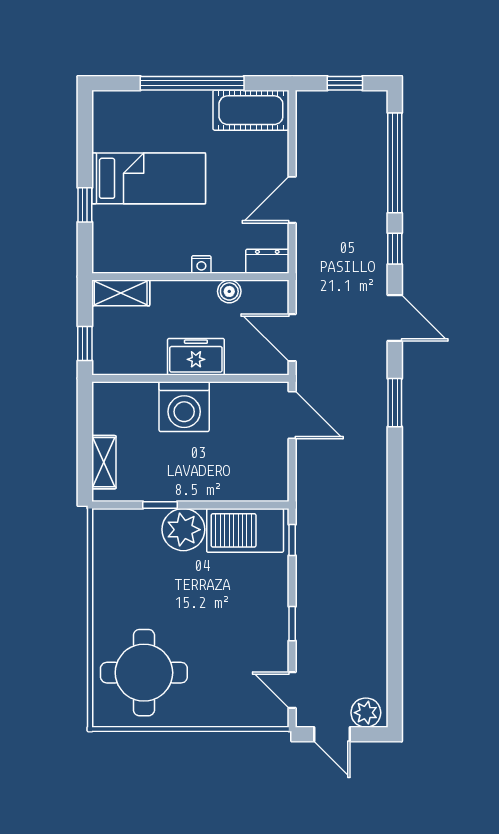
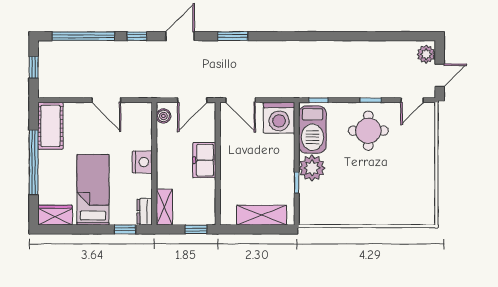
wardrobe: (108, 118) -> (55, 215), added
window: (85, 205) -> (125, 229), moved
dresser: (267, 261) -> (145, 212), moved
nightstand: (201, 264) -> (142, 162), width x1.89, depth x1.79
boiler: (229, 291) -> (163, 116), moved
washing machine: (184, 407) -> (279, 118), moved, turned 90
door: (292, 415) -> (241, 100), swing flipped
shelving: (104, 462) -> (262, 215), width x1.50, depth x1.33
round table: (144, 673) -> (368, 131), moved, width x0.73, depth x0.73

